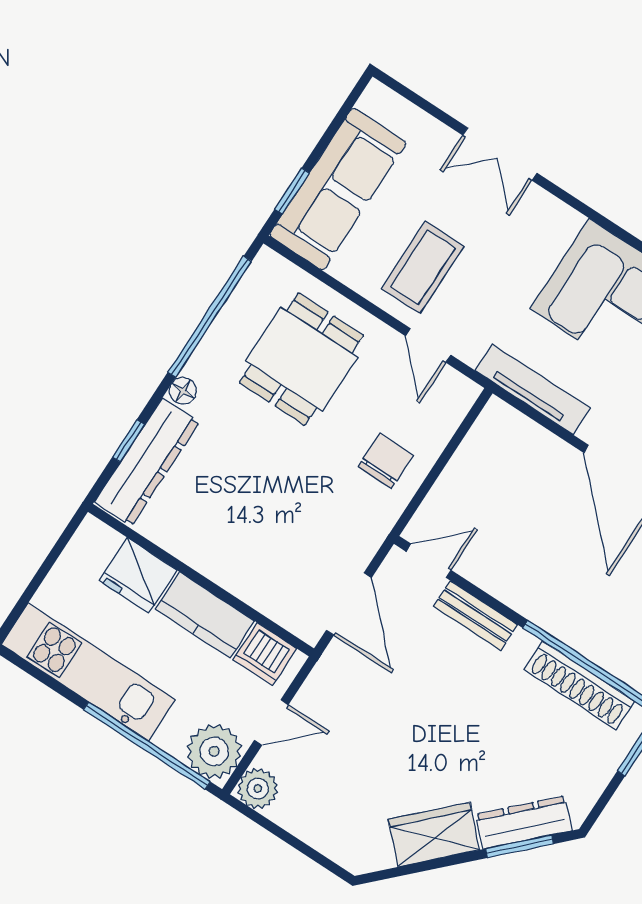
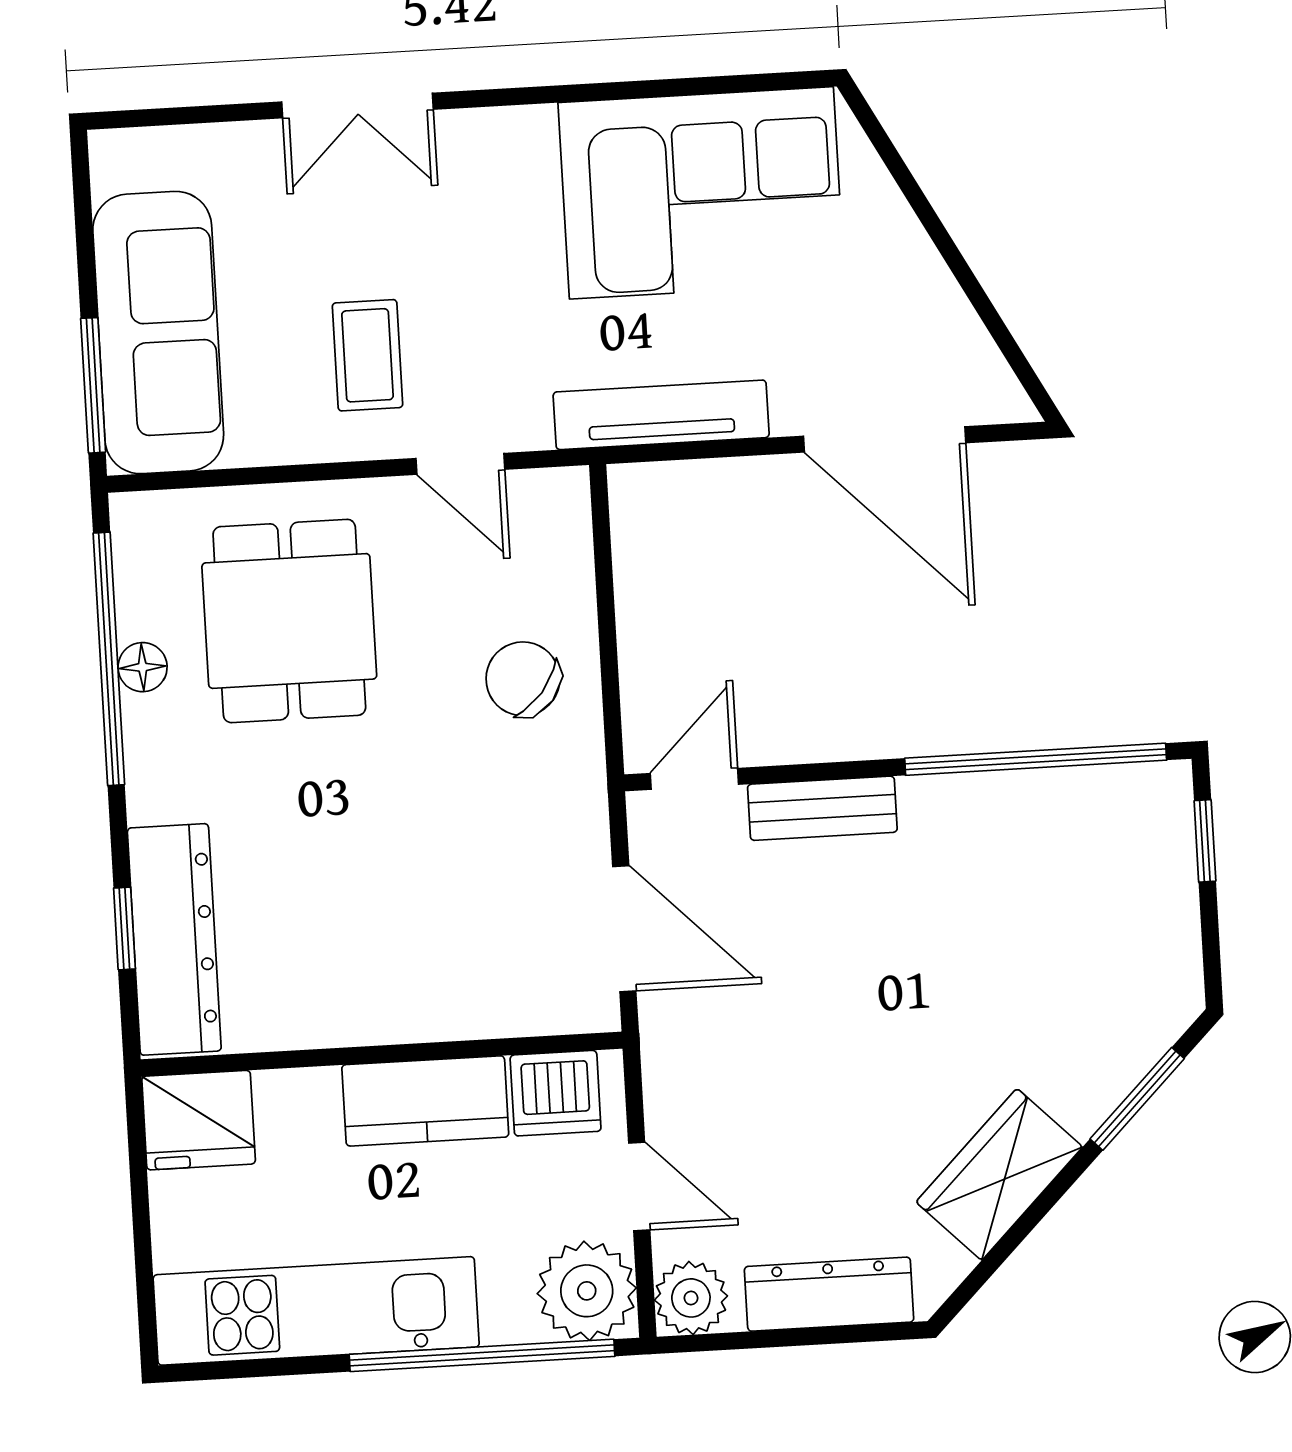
window: (292, 191) -> (93, 385), width x1.50
coffee table: (423, 267) -> (367, 355), width x0.73, depth x0.77
floor lamp: (183, 391) -> (143, 667), moved
chair: (386, 461) -> (523, 679), turned -51
fridge: (138, 575) -> (199, 1120), moved
shoe rack: (579, 685) -> (1051, 798), removed
door: (271, 722) -> (639, 1186), hinge flipped
dresser: (524, 822) -> (829, 1294), moved, turned 45

